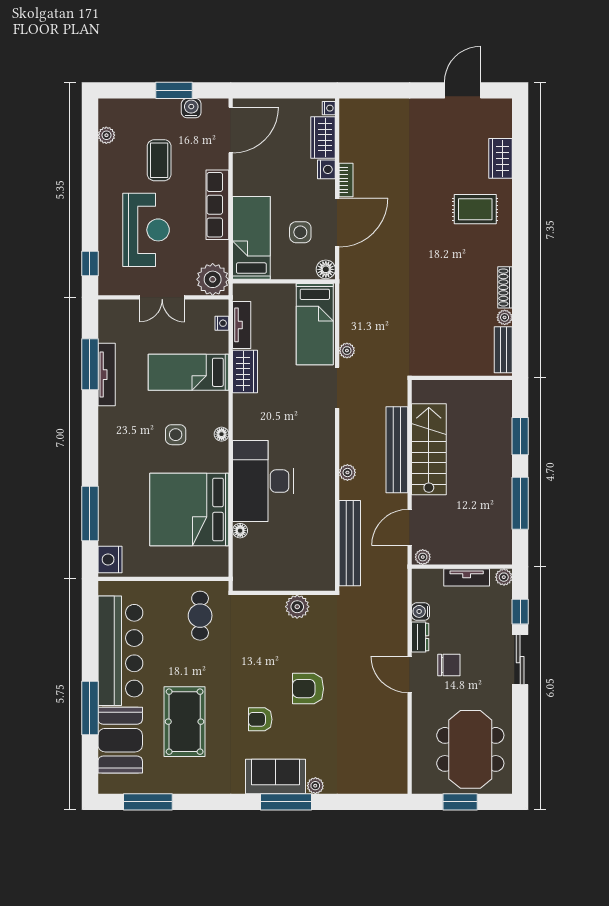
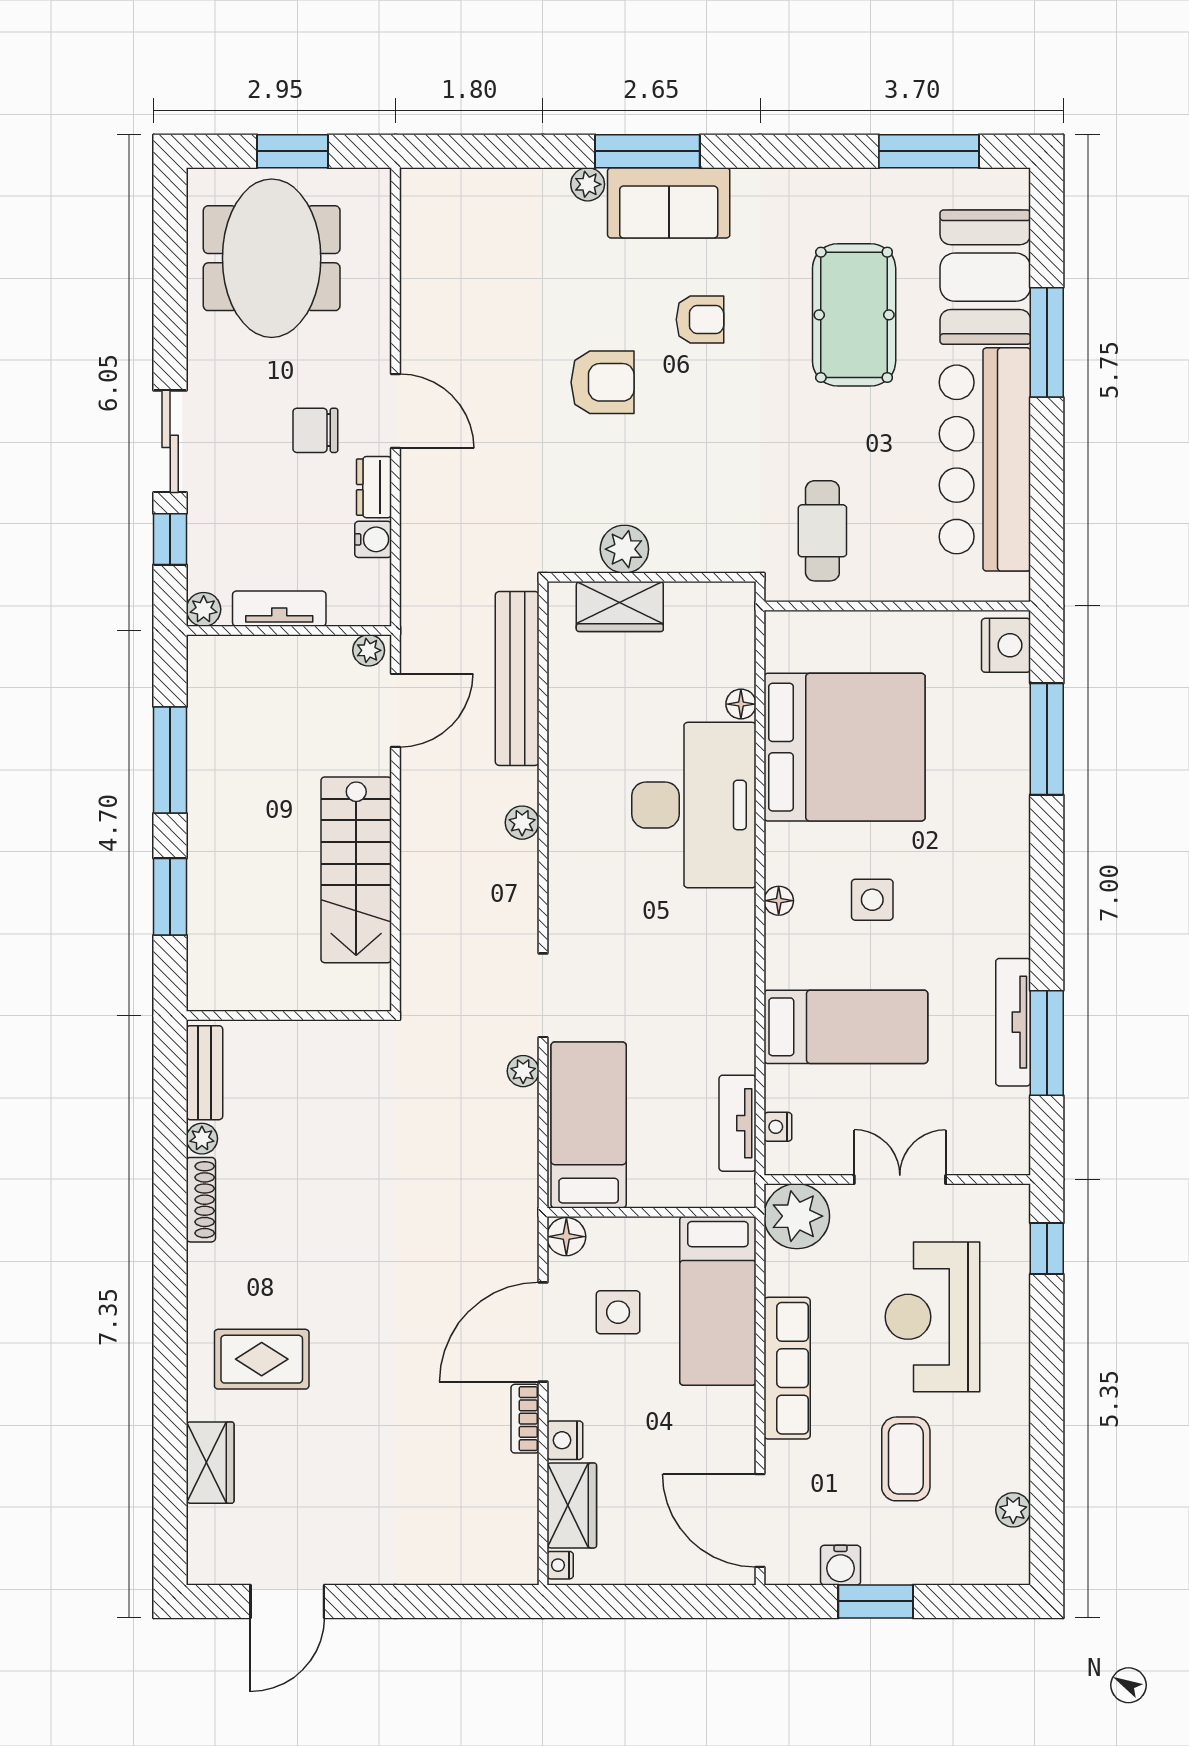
door: (231, 130) -> (760, 1521), hinge flipped
wardrobe: (245, 371) -> (620, 606), moved, turned -90
bench: (397, 450) -> (421, 869), removed

